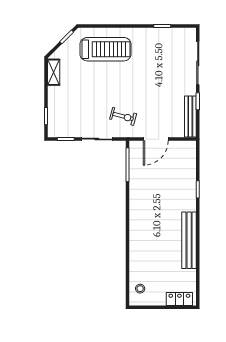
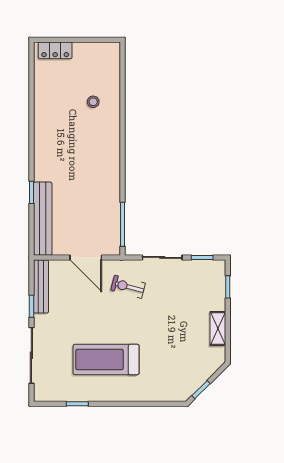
treadmill: (106, 49) -> (106, 359), moved
shelving: (54, 72) -> (218, 329), moved
door: (156, 139) -> (86, 257), swing flipped
bench: (189, 240) -> (43, 219), moved
stool: (140, 289) -> (93, 102), moved

